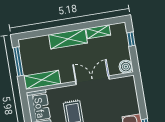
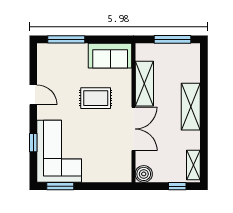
shelving: (98, 32) -> (193, 165), moved
shelving: (42, 80) -> (144, 84), moved

